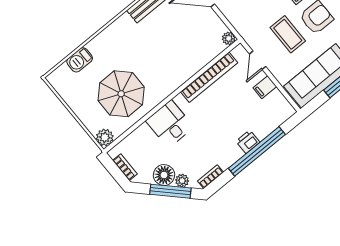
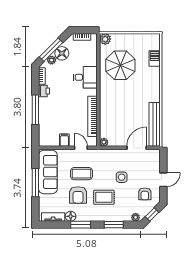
printer: (248, 142) -> (44, 91), moved
window: (257, 151) -> (35, 110), width x0.68

